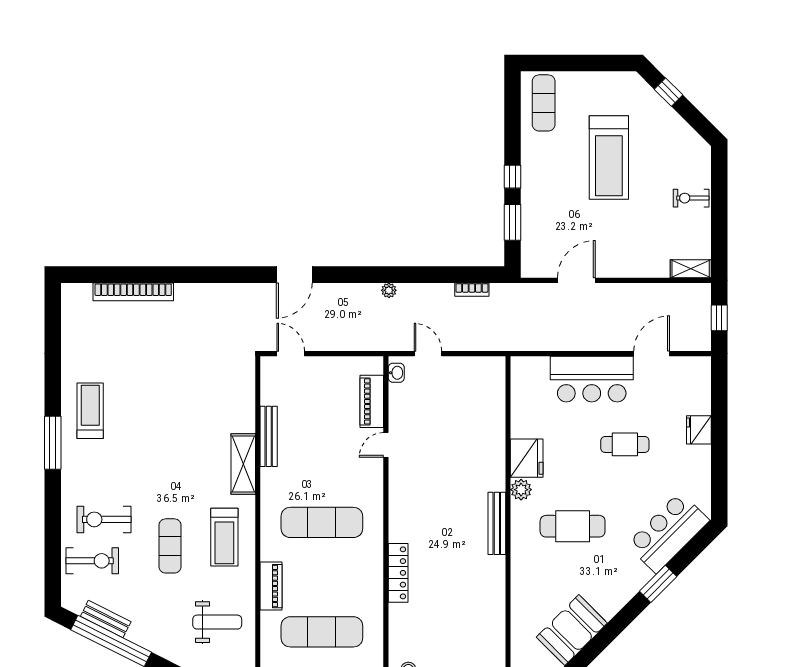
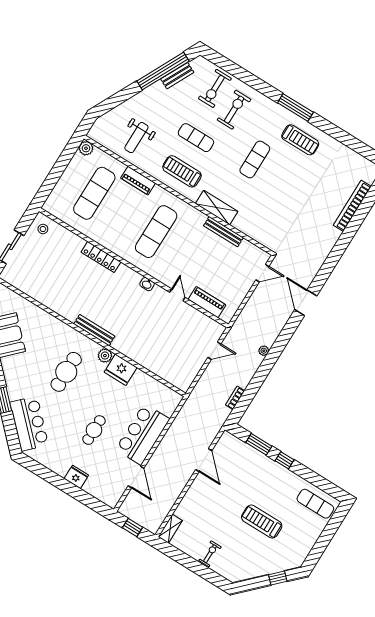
treadmill: (609, 157) -> (262, 521), width x0.73, depth x0.73
washbasin: (396, 373) -> (147, 284), moved
exercise mat: (151, 453) -> (255, 159), added

